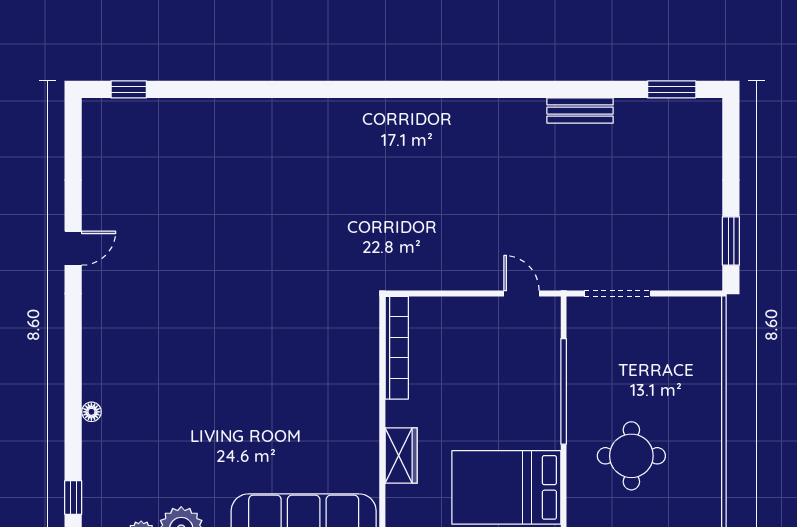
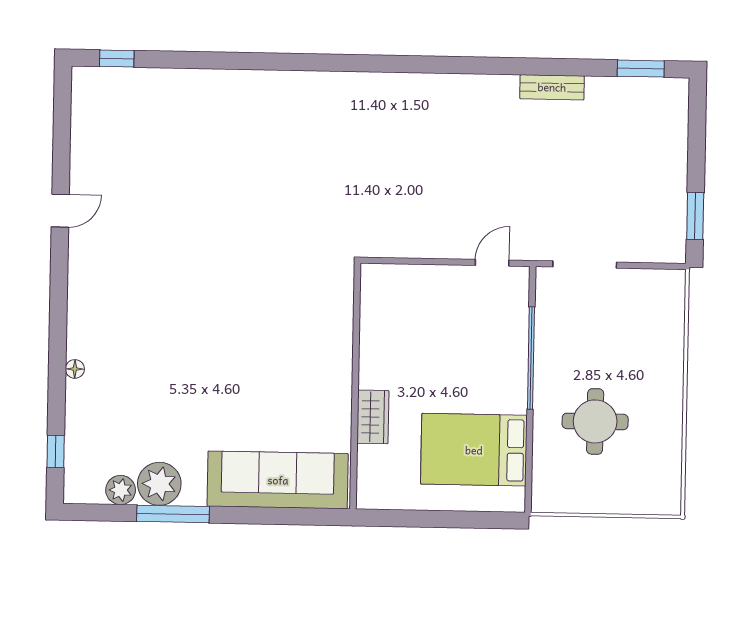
door: (522, 294) -> (492, 263), hinge flipped
bookcase: (397, 348) -> (371, 313), removed

